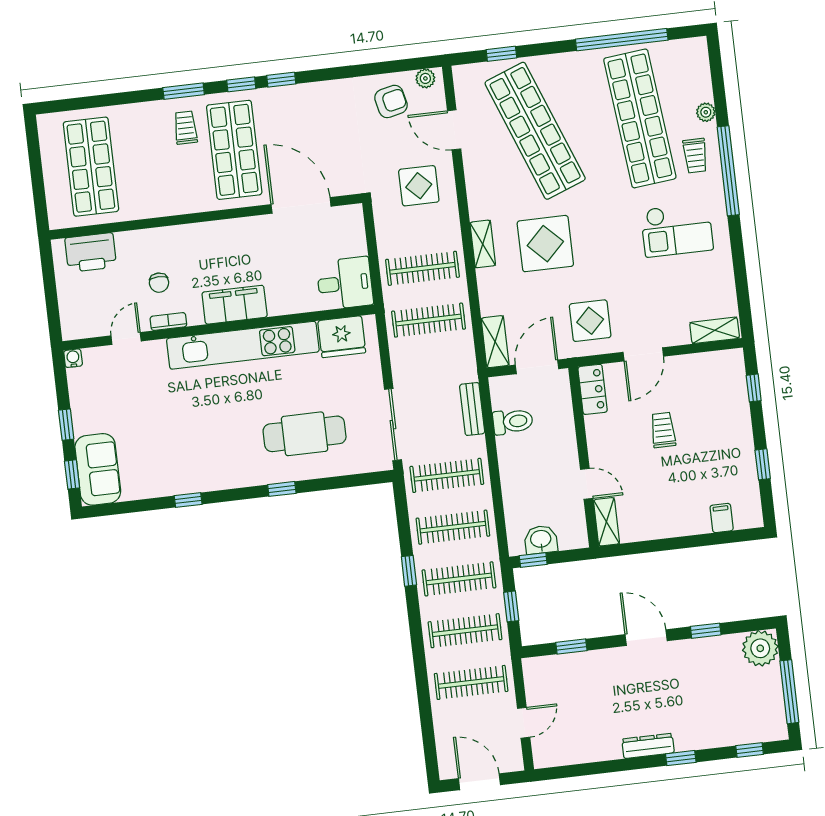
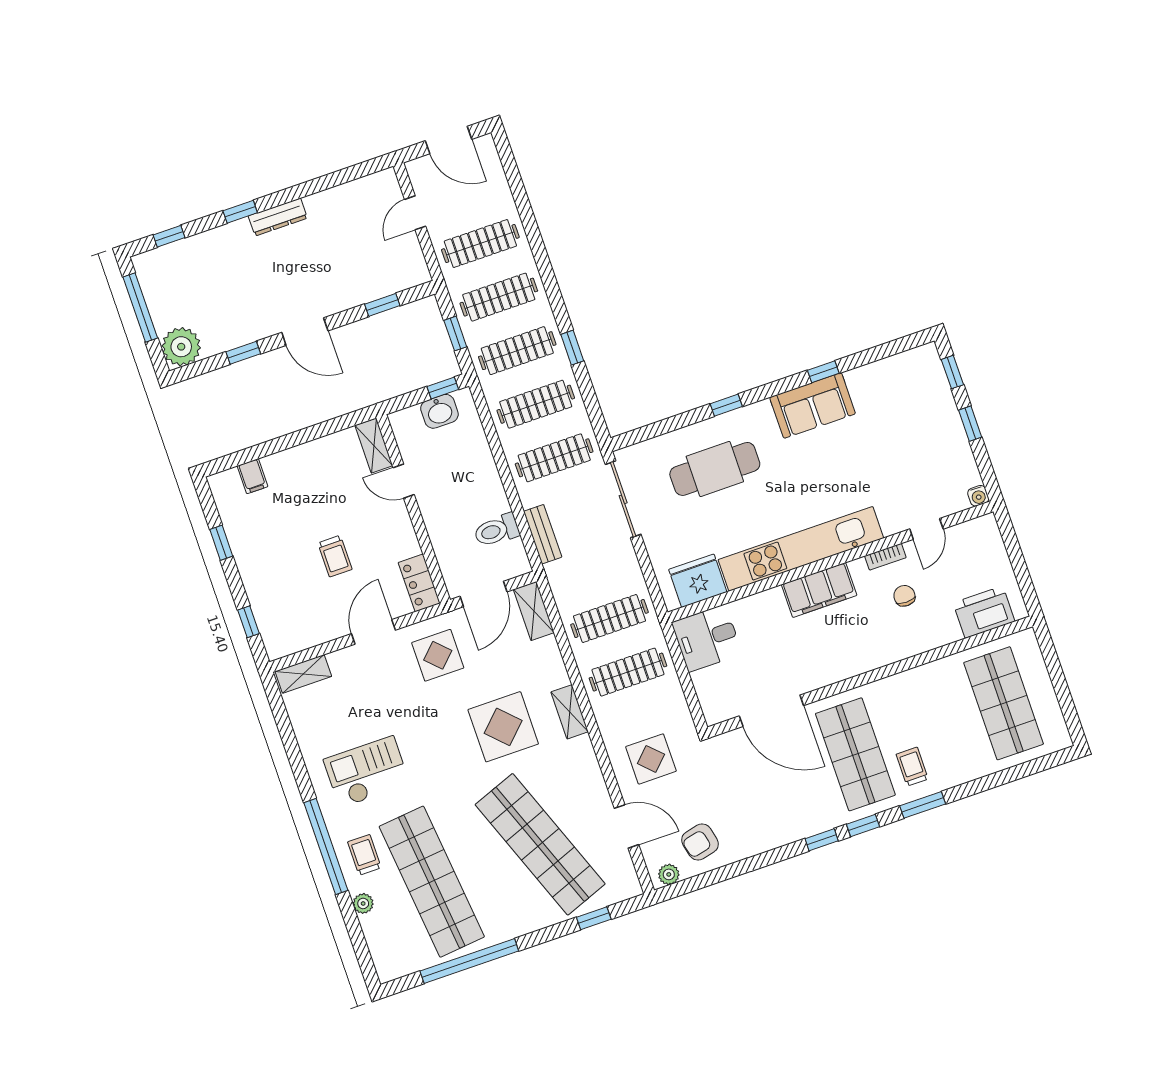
trolley: (186, 128) -> (912, 767), turned 180
sofa: (98, 469) -> (813, 406), moved, turned -90

